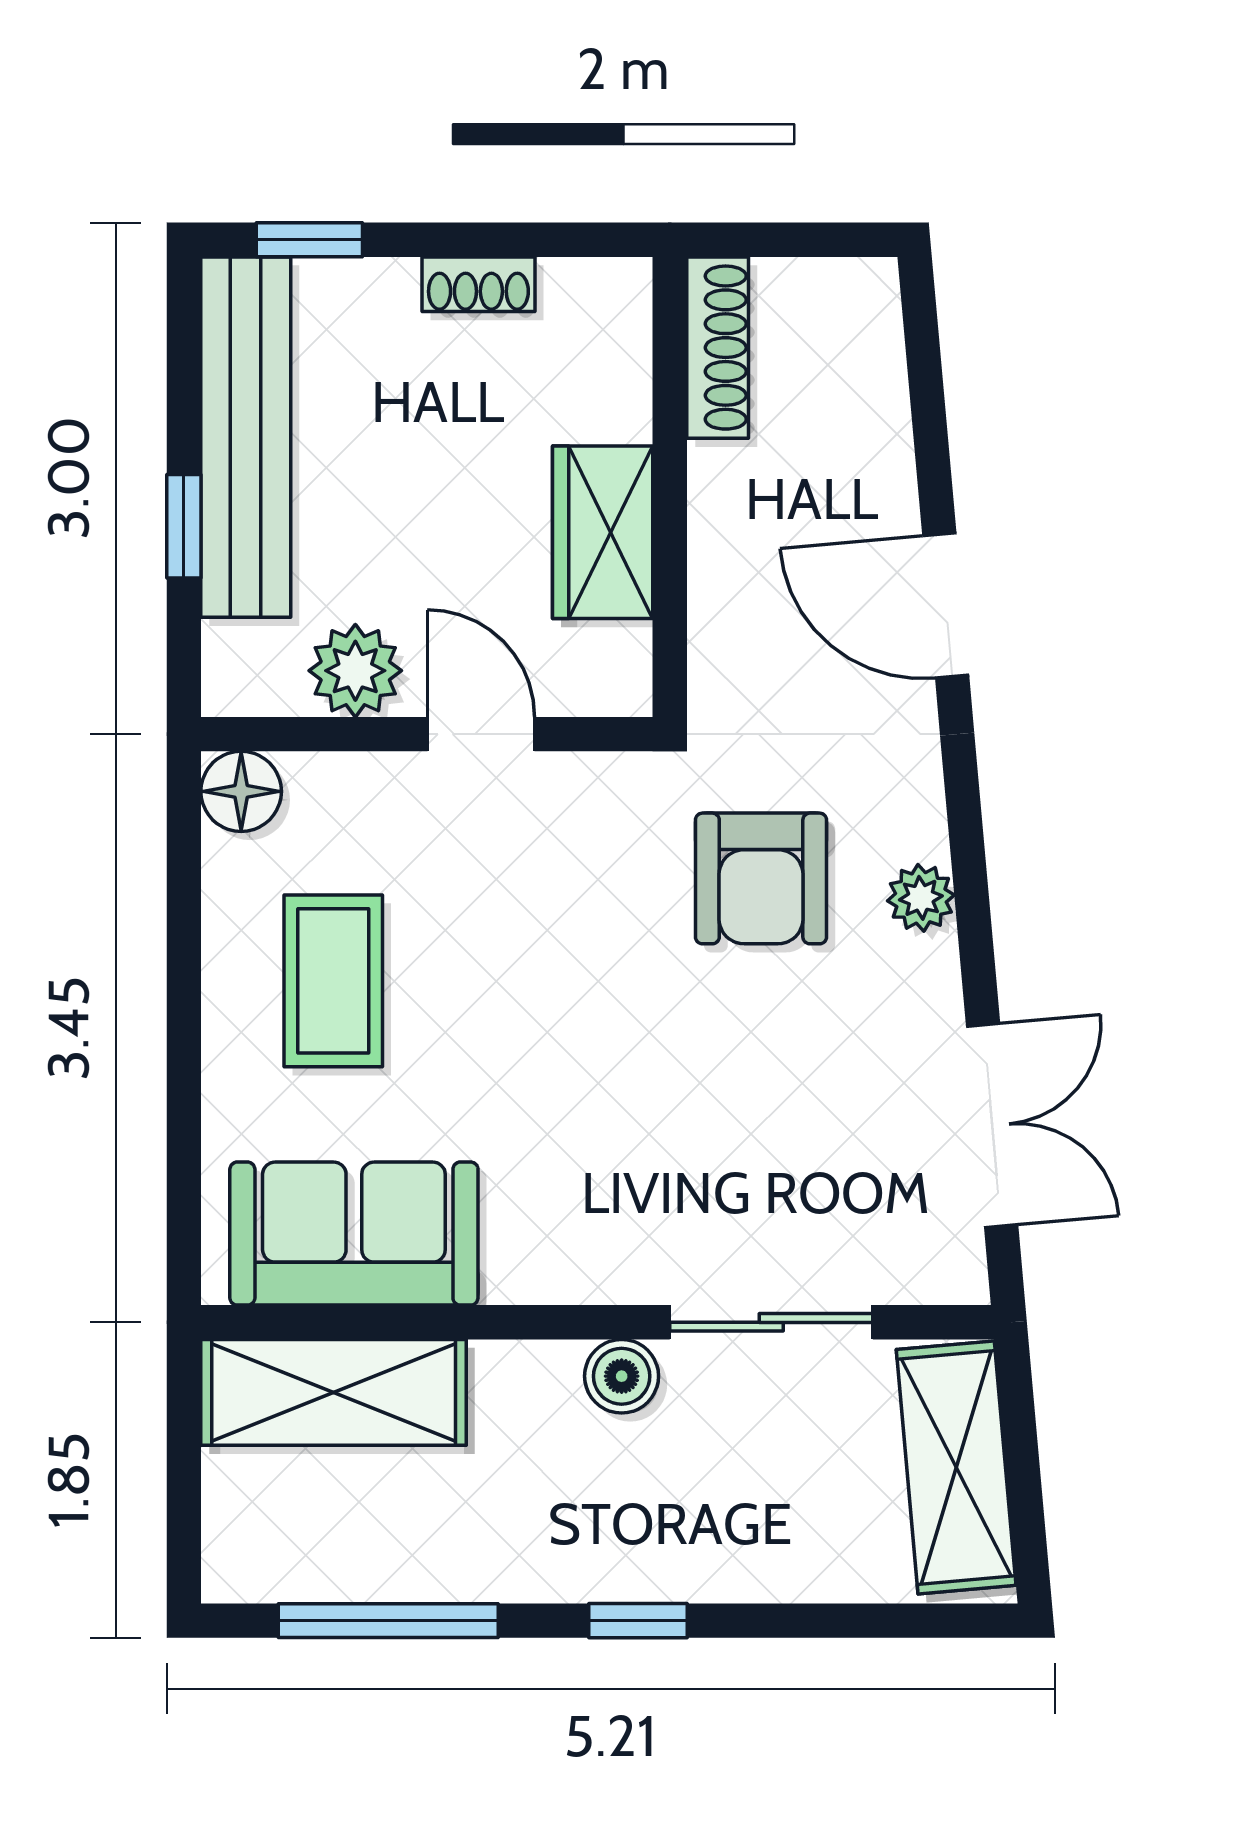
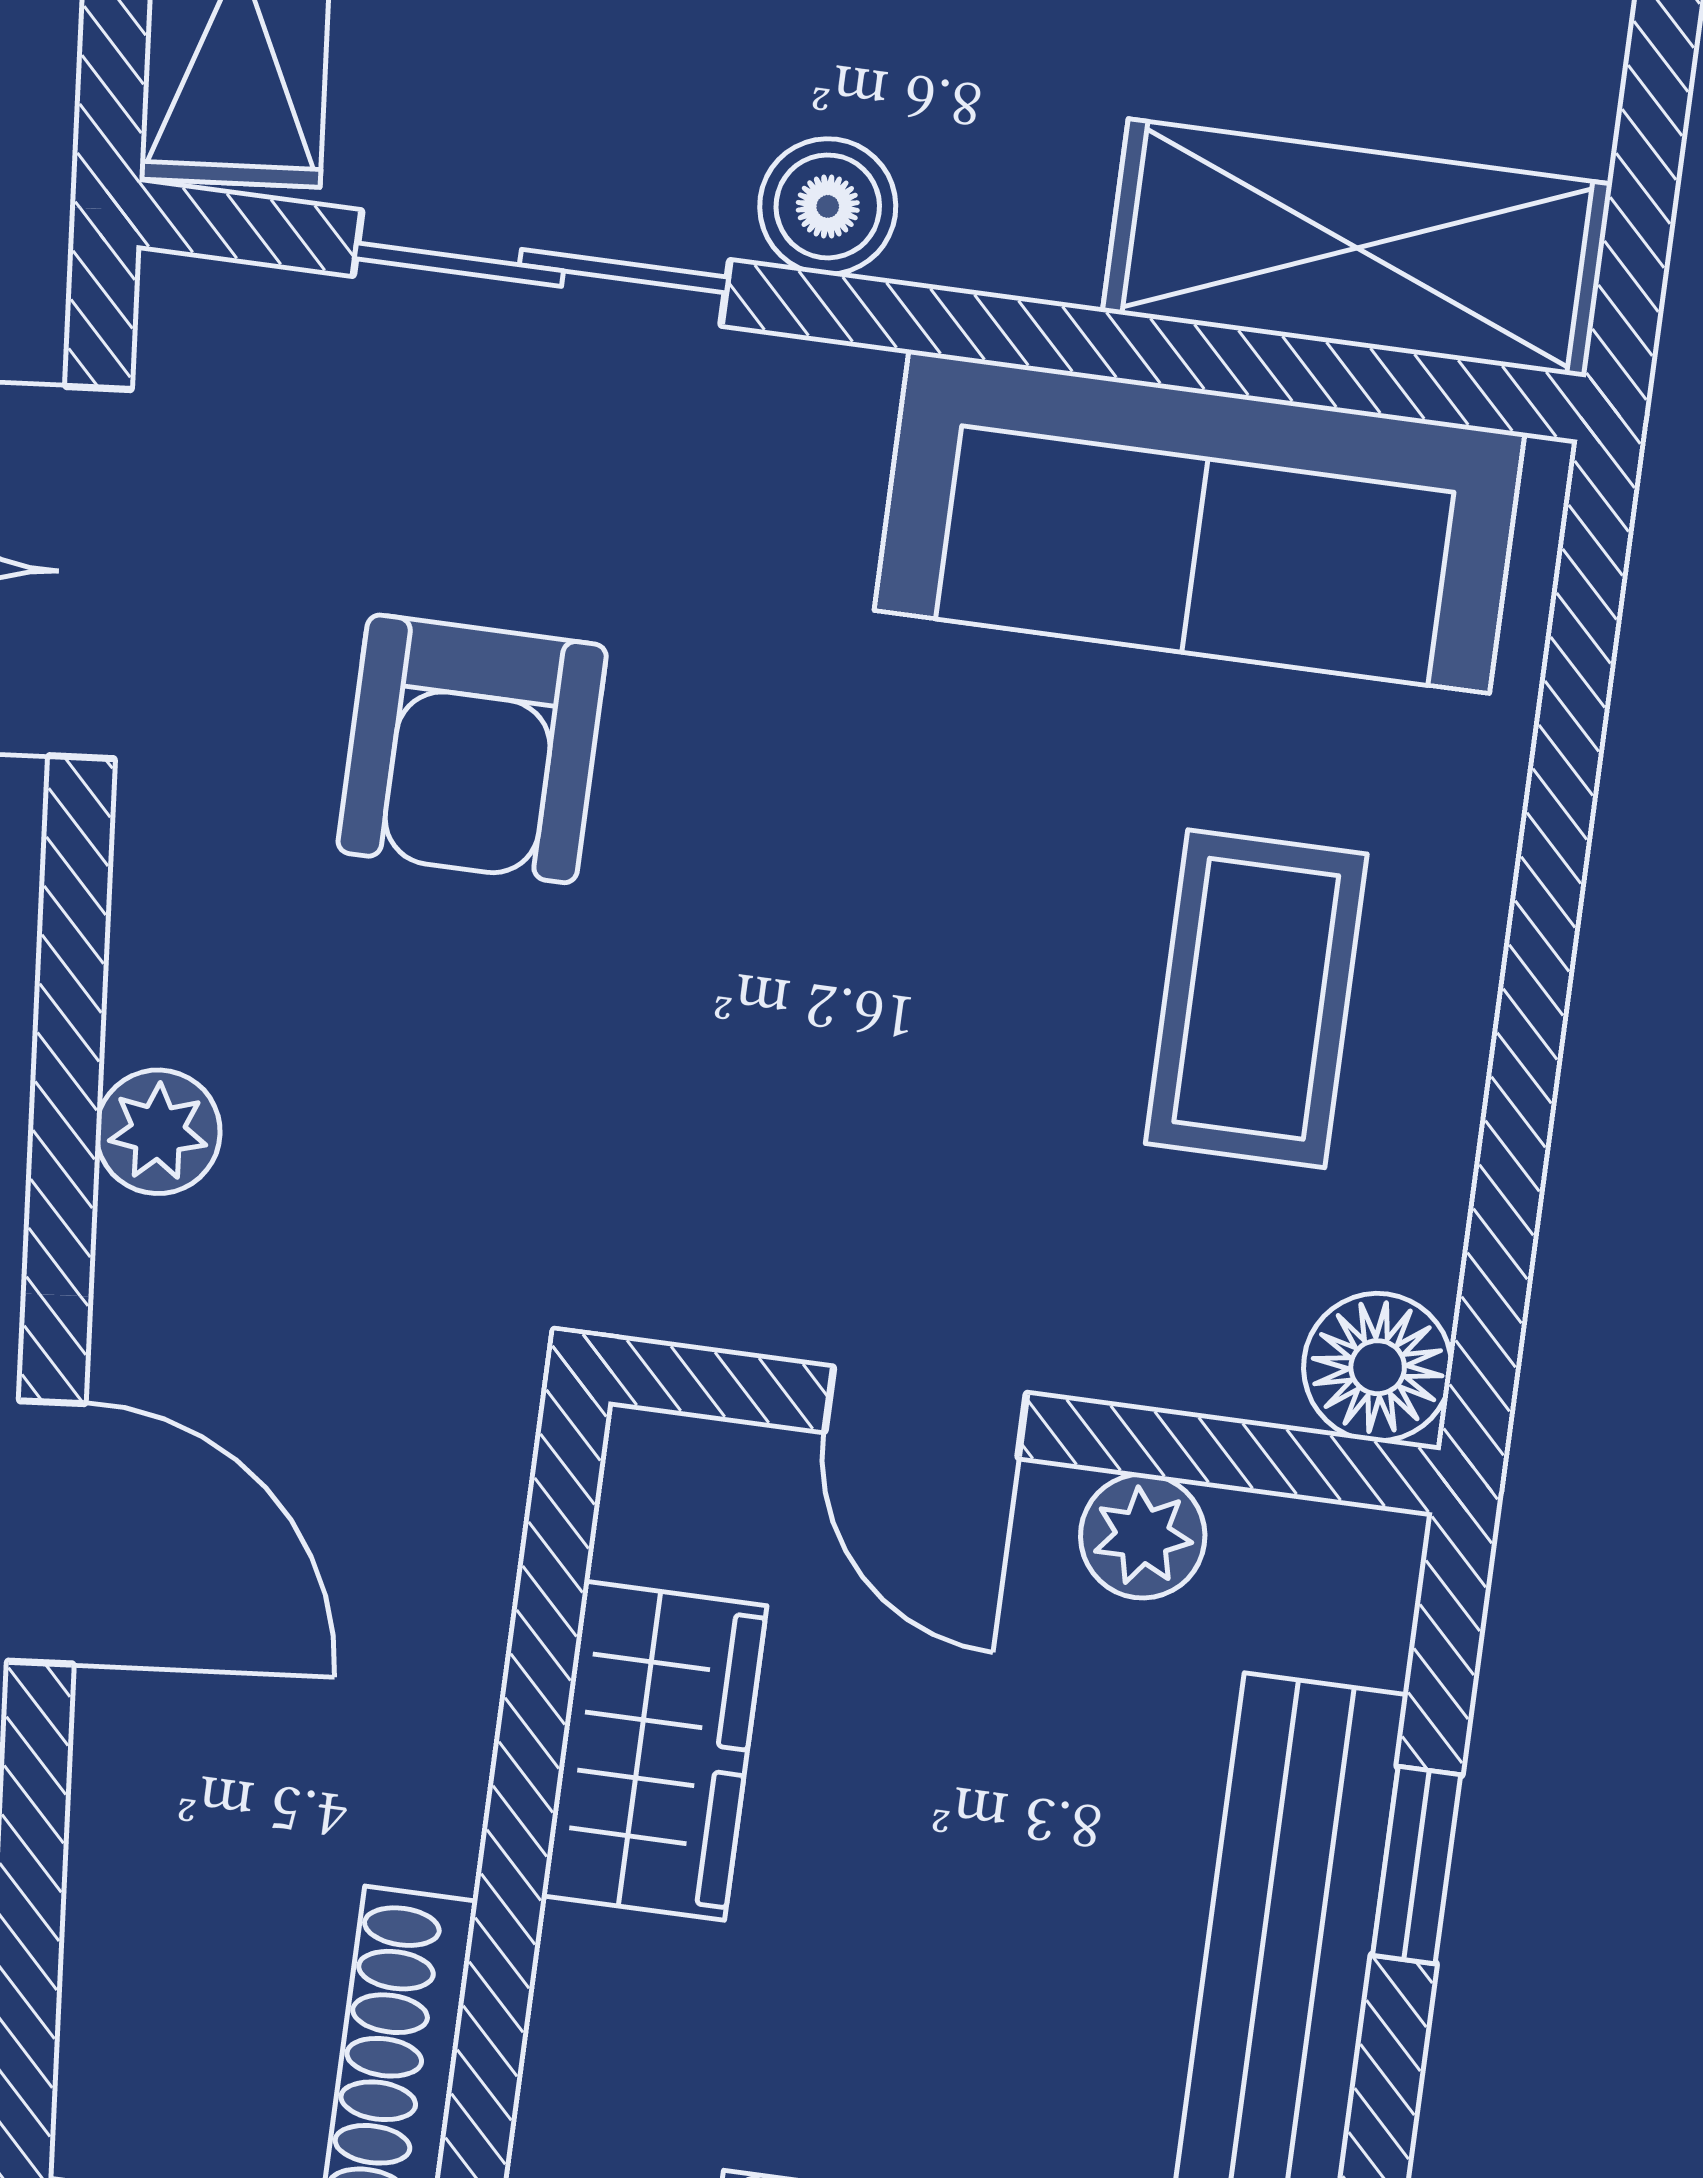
plant: (355, 671) -> (1143, 1536), width x0.73, depth x0.73
armchair: (761, 878) -> (472, 749), moved, turned 180
plant: (921, 898) -> (158, 1132), moved
sofa: (354, 1234) -> (1199, 522), width x1.36

